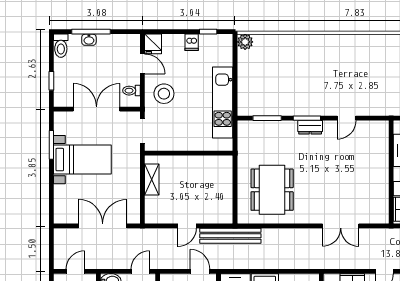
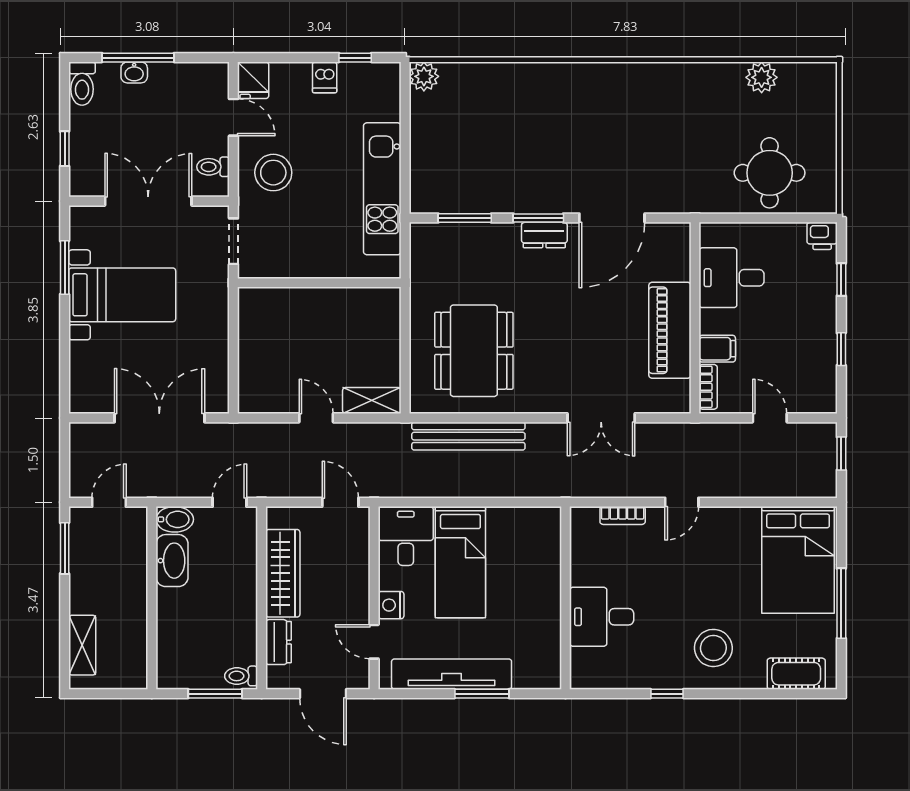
door: (346, 118) -> (612, 218), width x1.88
shelving: (152, 179) -> (372, 401), moved, turned 90
piano: (378, 179) -> (670, 330), added
door: (187, 226) -> (316, 418), swing flipped
bench: (230, 236) -> (468, 436), moved

